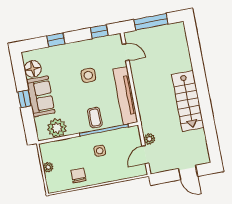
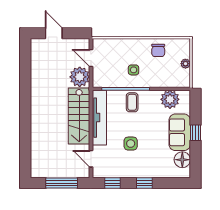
window: (56, 40) -> (144, 183), moved
stairs: (188, 101) -> (79, 116), moved, turned 180
plant: (149, 139) -> (80, 77), width x1.87, depth x1.87
door: (145, 155) -> (91, 58), swing flipped

